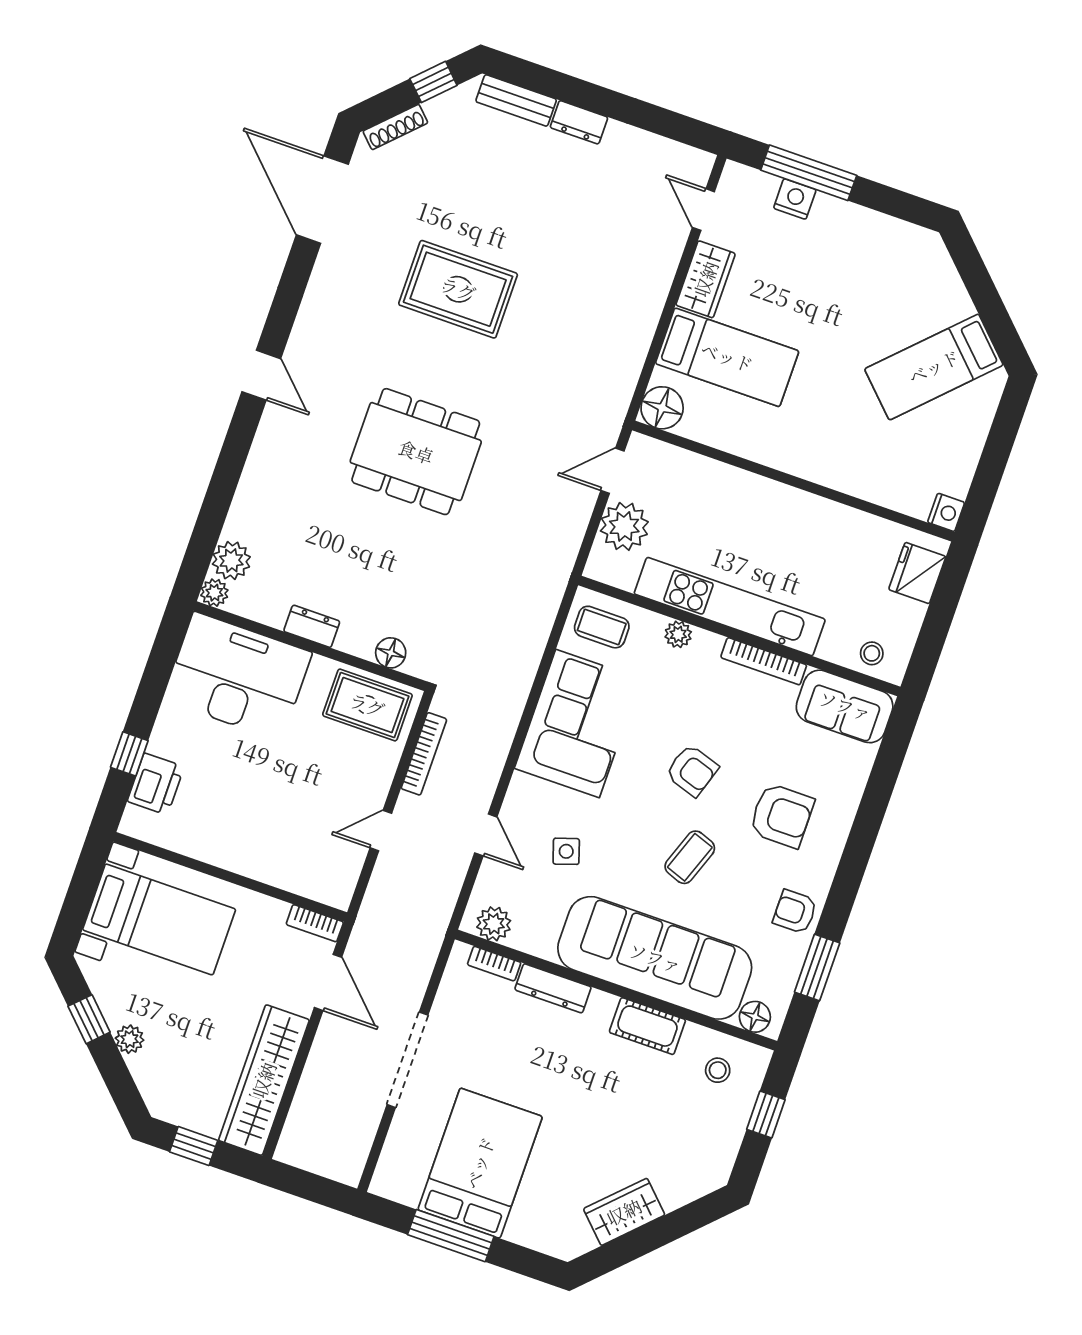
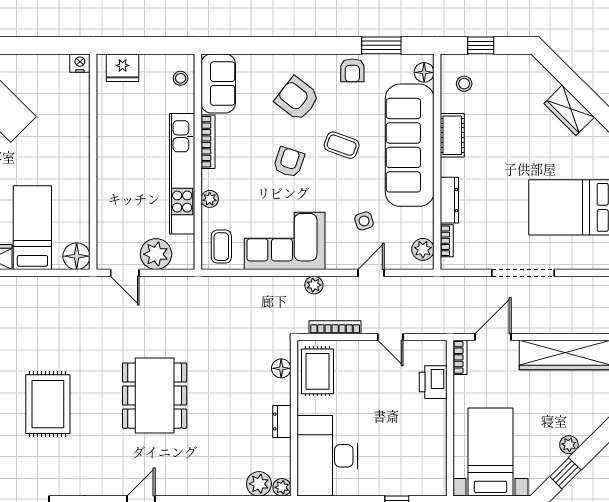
plant: (497, 744) -> (314, 285), added
printer: (156, 784) -> (433, 382), moved, turned -90
armchair: (782, 815) -> (297, 99), turned -52

